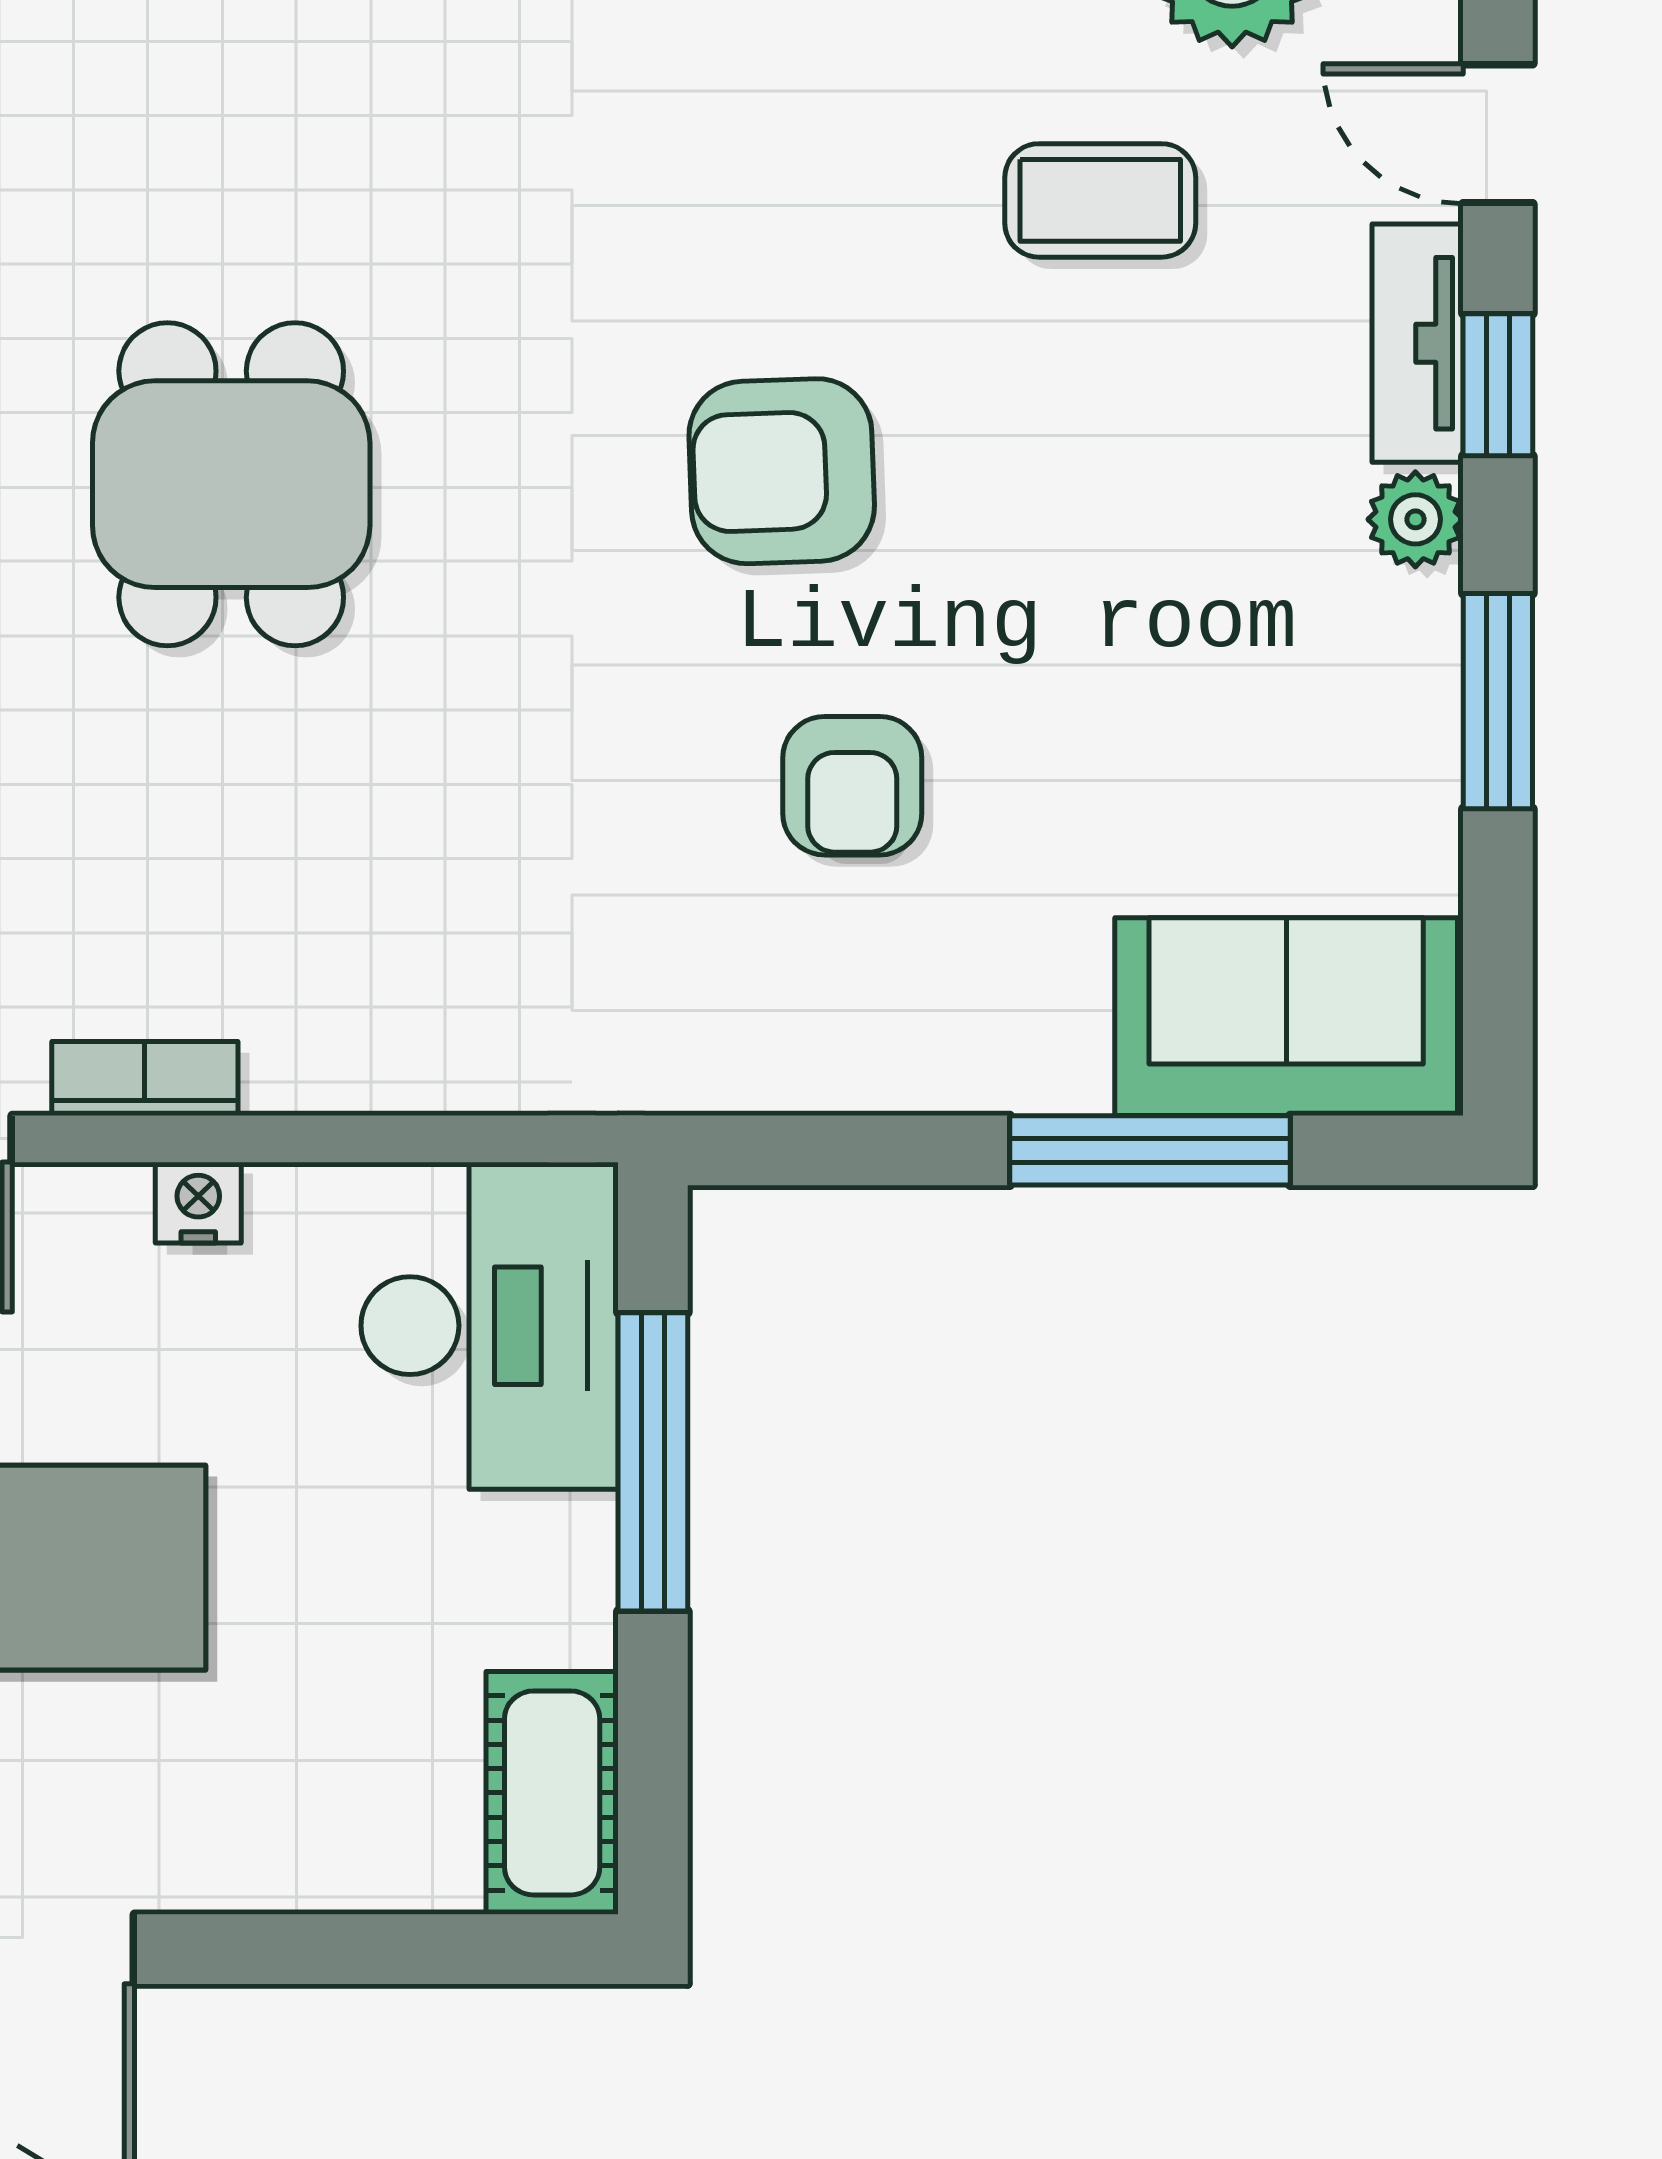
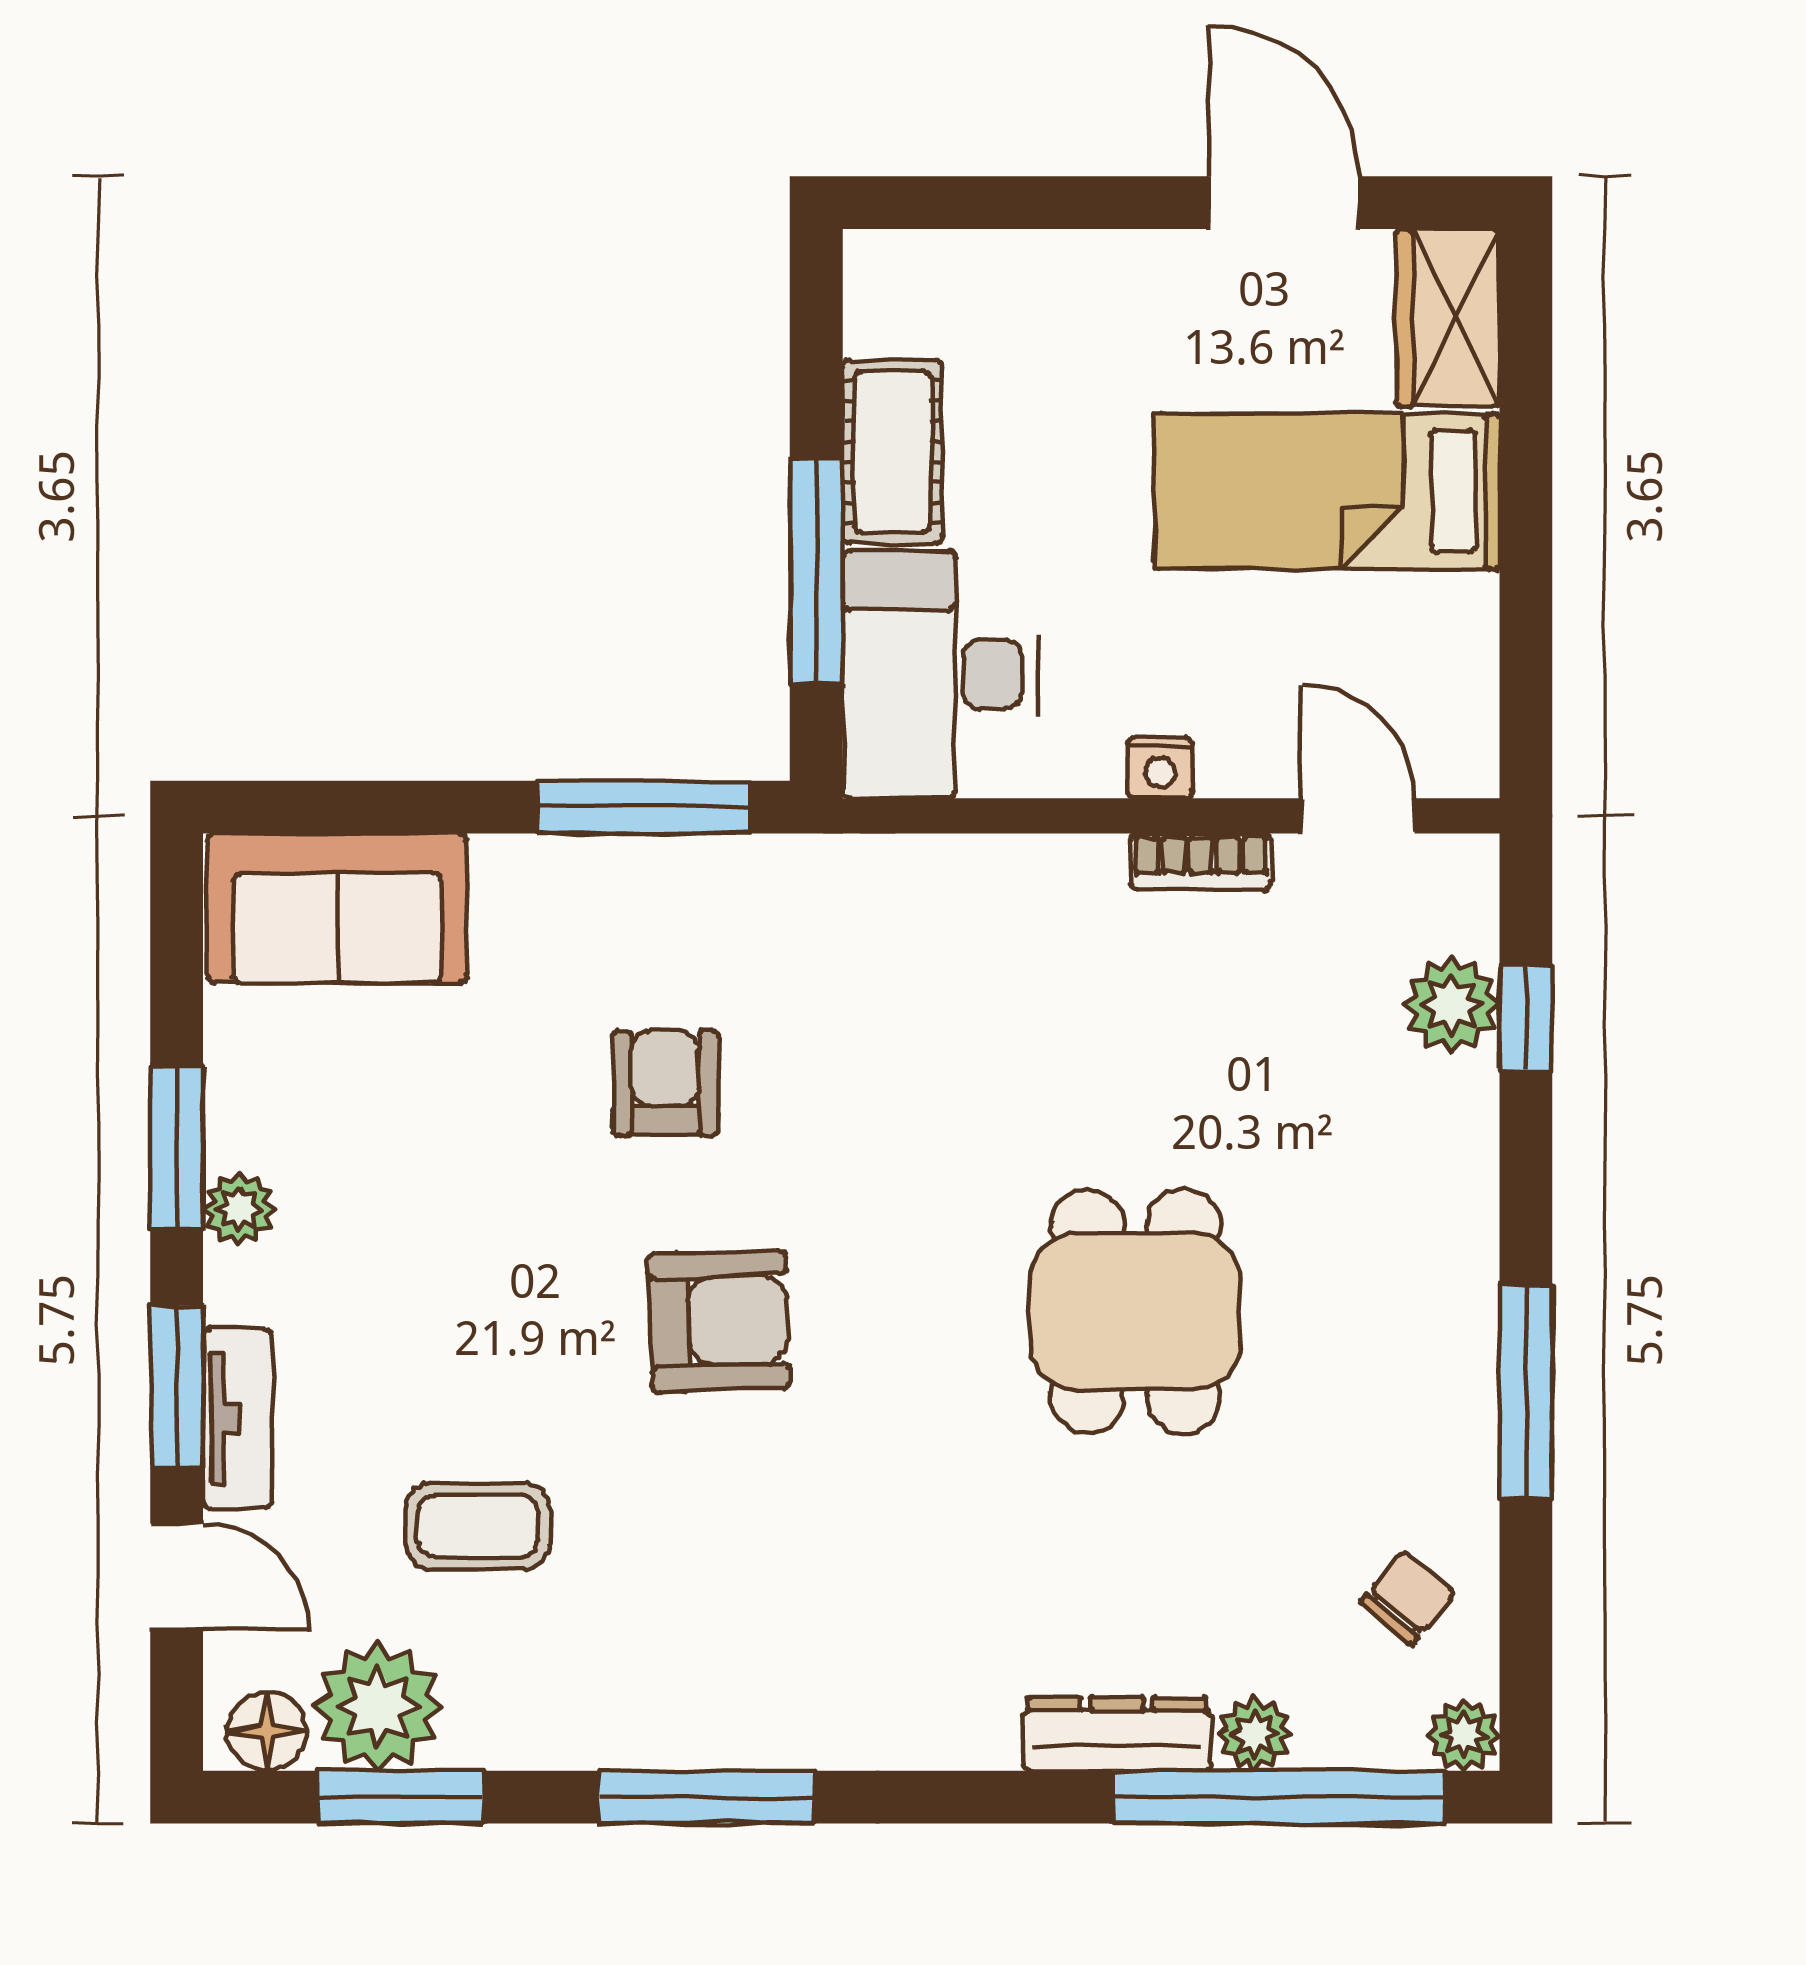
window: (1498, 385) -> (177, 1387), width x1.50
plant: (1415, 519) -> (239, 1209), moved
window: (1150, 1150) -> (644, 807), moved
cot: (552, 1793) -> (893, 452), moved

